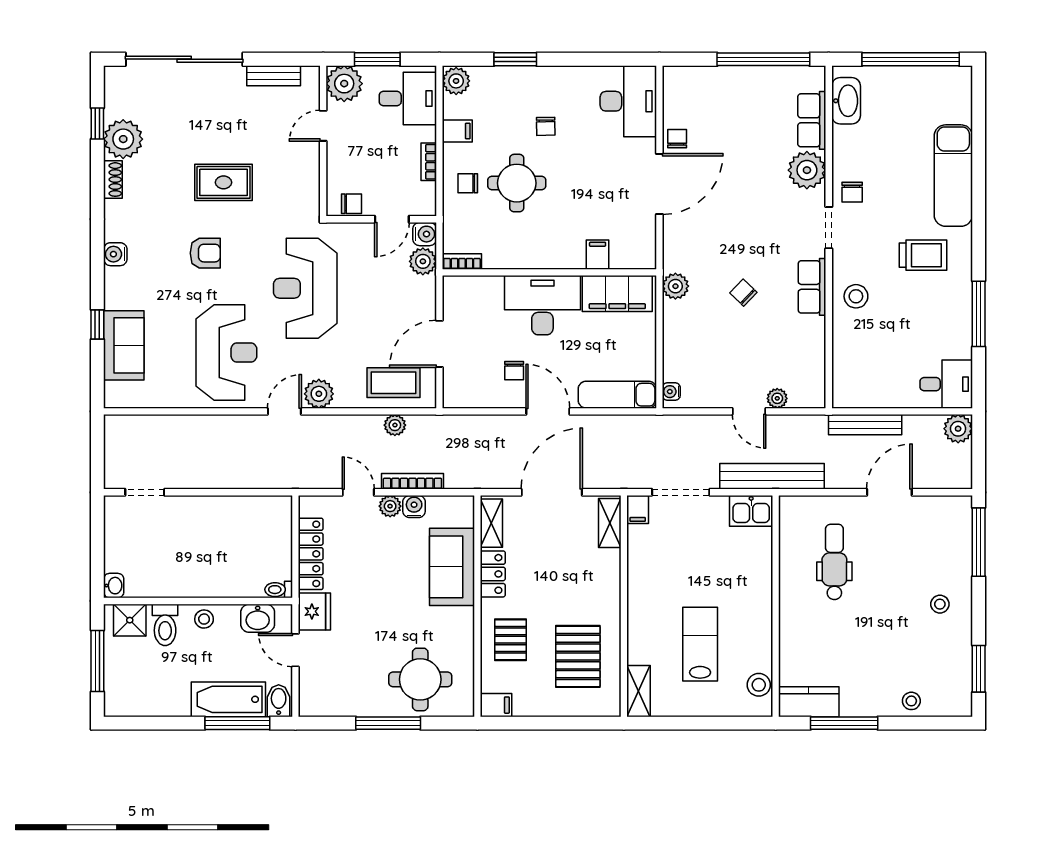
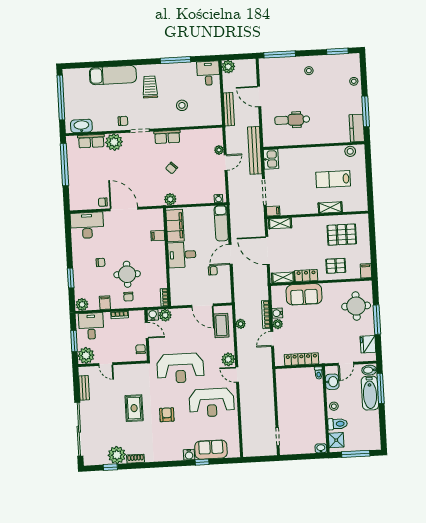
water cooler: (115, 254) -> (189, 455), moved
stool: (856, 296) -> (182, 105), moved
desk: (542, 305) -> (182, 255), width x0.73
reception desk: (226, 352) -> (212, 403), turned 180
fridge: (314, 611) -> (368, 344), moved, turned -90
shelving: (639, 691) -> (330, 207), moved

